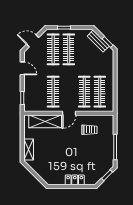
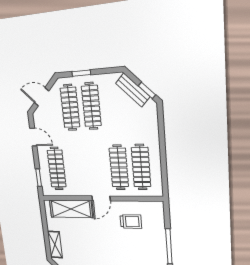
clothes rail: (53, 92) -> (57, 169), moved

